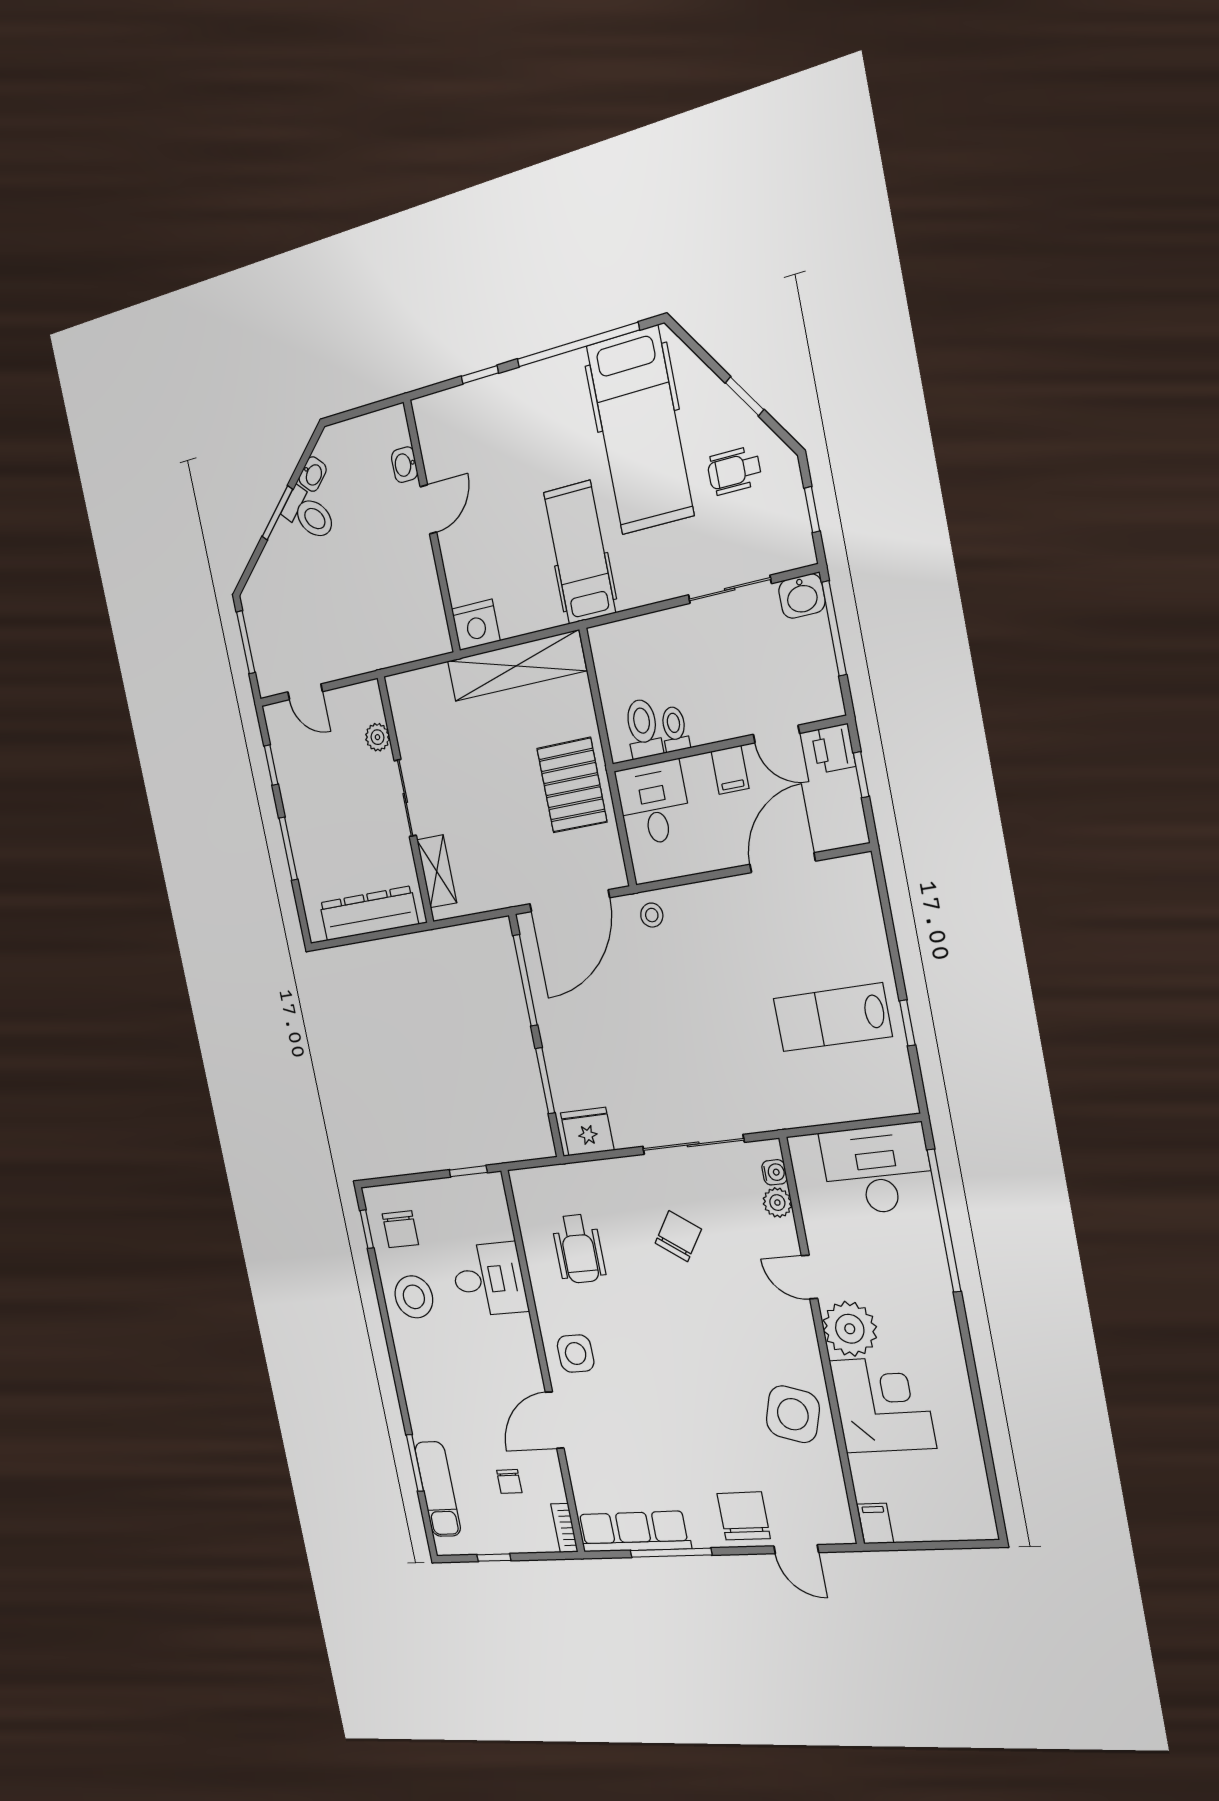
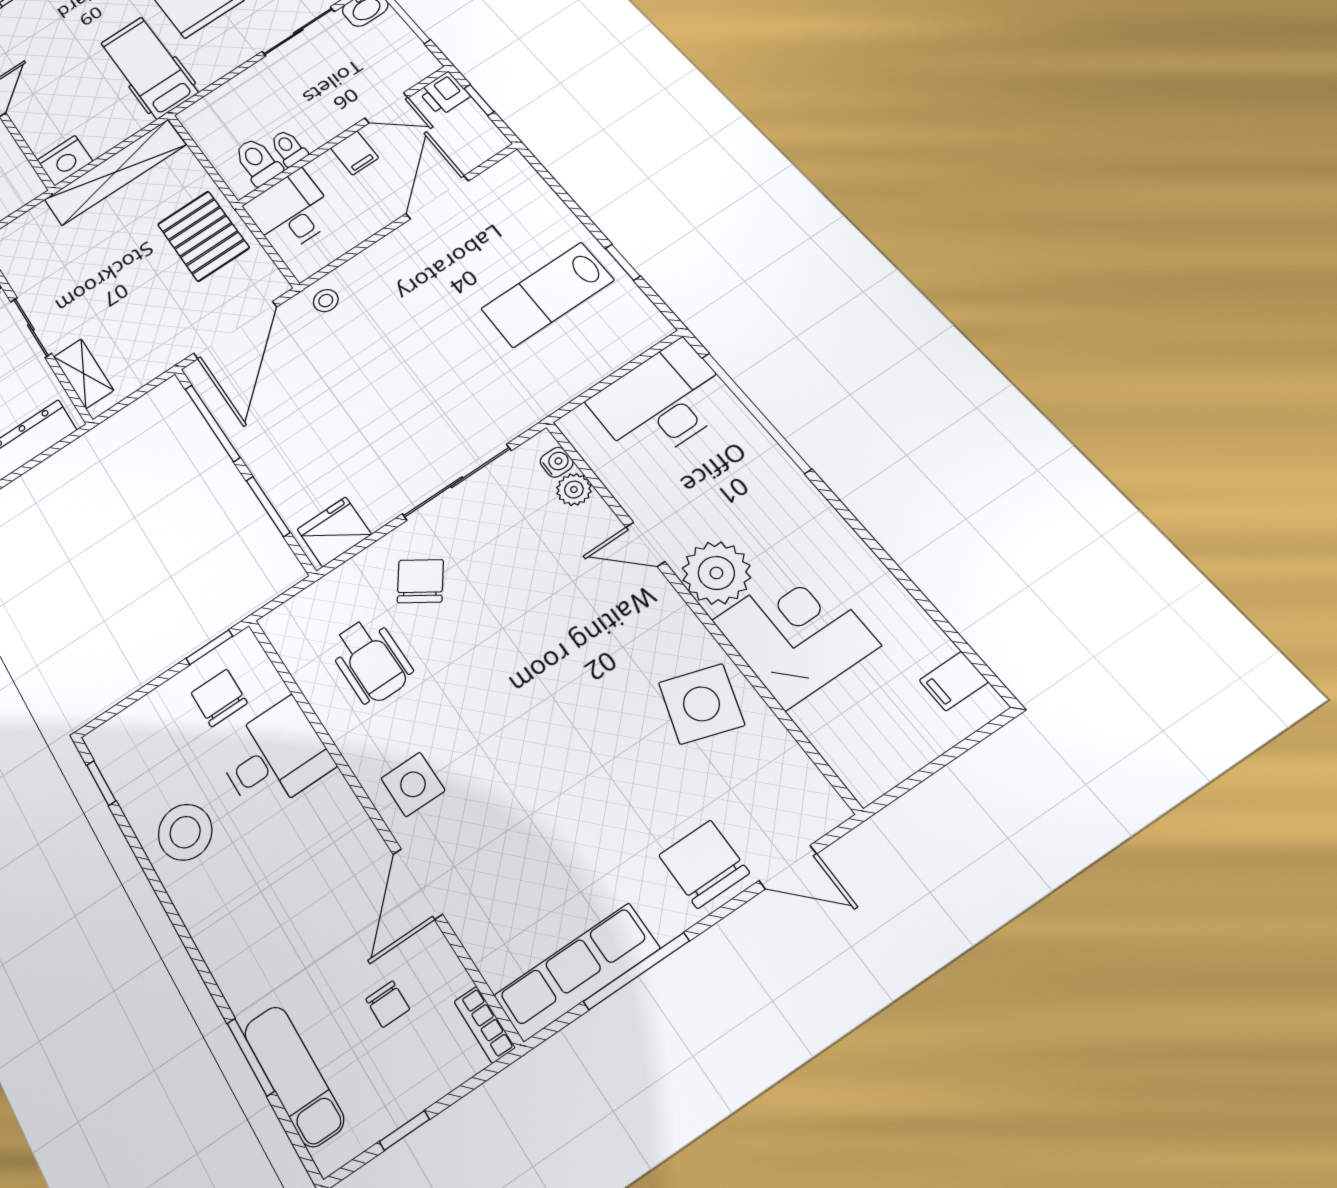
chair: (400, 1229) -> (219, 698), moved, turned 180
chair: (678, 1236) -> (420, 581), moved
filing cabinet: (875, 1524) -> (954, 681), moved, turned -90

